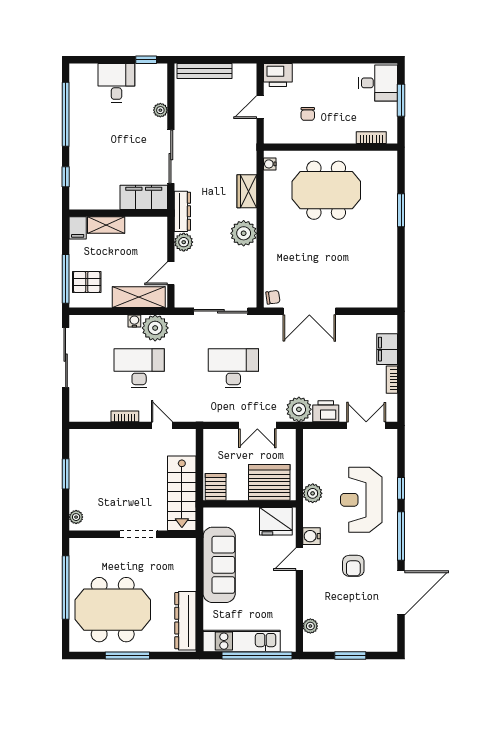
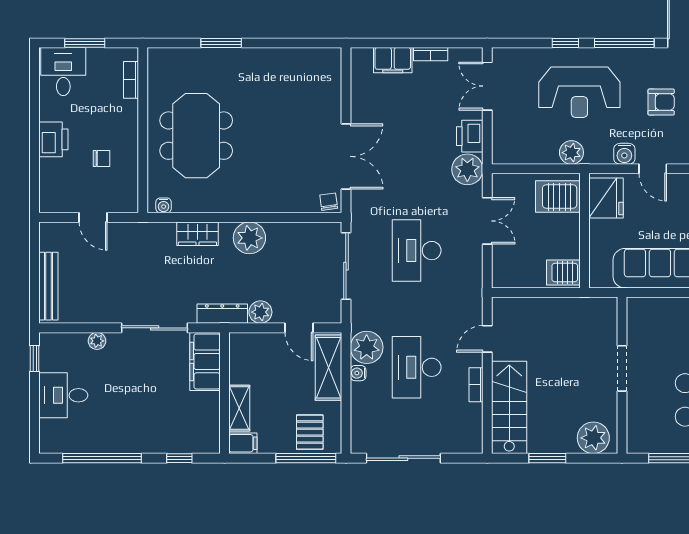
printer: (278, 75) -> (53, 139), moved
server rack: (269, 482) -> (558, 197), width x0.62
stairs: (182, 493) -> (509, 407), moved, turned -90
plant: (76, 517) -> (593, 438), width x1.87, depth x1.87

